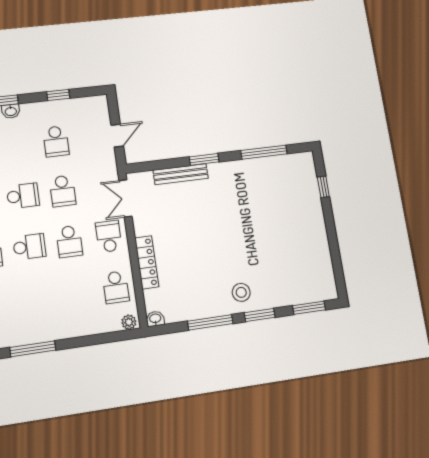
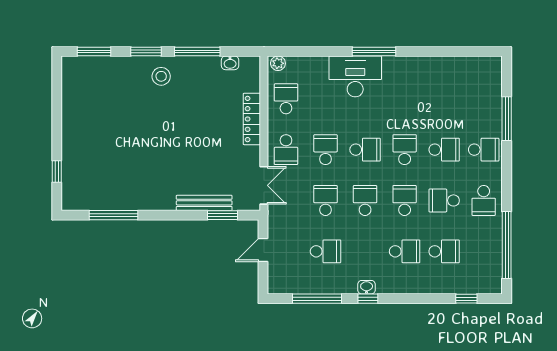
window: (58, 95) -> (317, 299), width x2.17
school desk: (56, 141) -> (326, 251), turned 90
window: (204, 159) -> (223, 215), moved
school desk: (23, 196) -> (365, 200), turned 90
school desk: (29, 247) -> (365, 150), turned 180
washbasin: (155, 319) -> (230, 63), moved
desk: (49, 320) -> (355, 76), added

